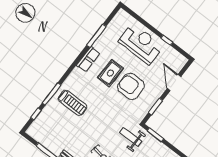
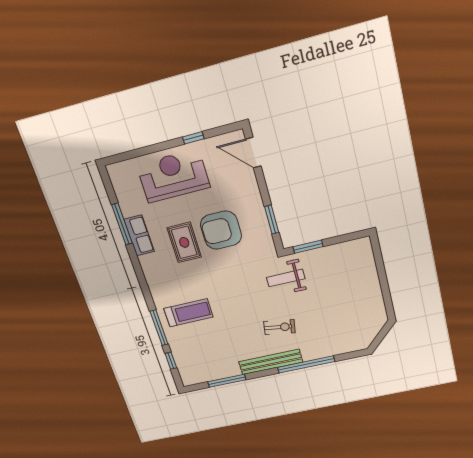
row of seats: (88, 59) -> (139, 235), moved
door: (174, 82) -> (253, 153), moved

